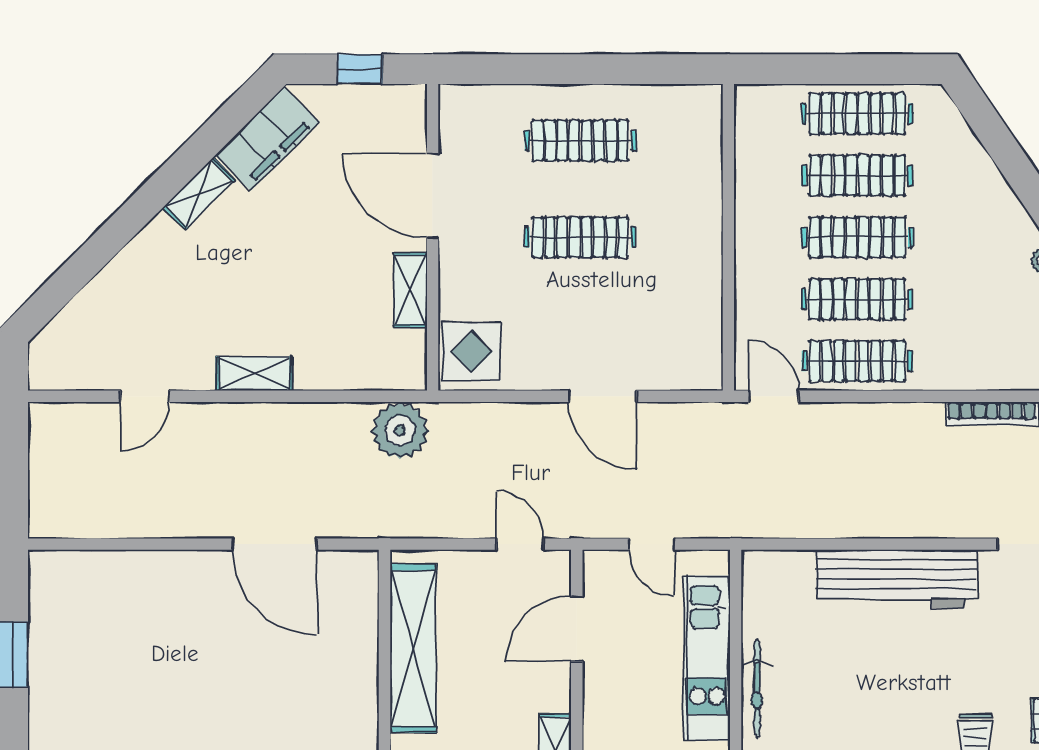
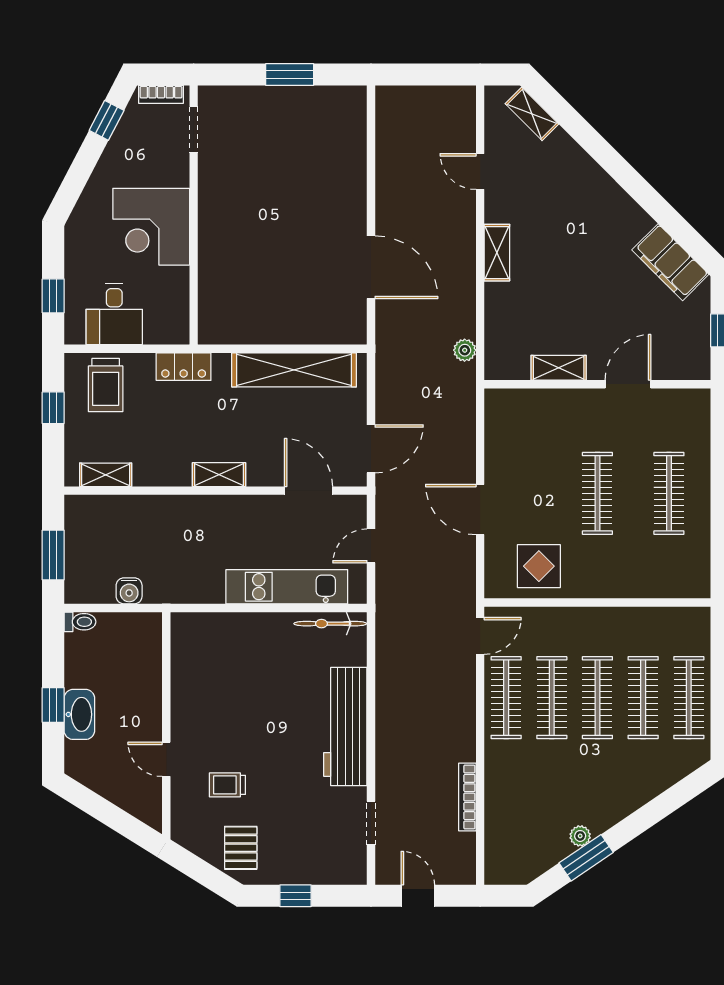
shelving: (199, 194) -> (532, 114), moved
door: (433, 196) -> (628, 384), width x0.73
display table: (472, 352) -> (539, 566), moved
door: (602, 396) -> (480, 510), hinge flipped
plant: (400, 430) -> (465, 350), width x0.53, depth x0.53
door: (274, 544) -> (371, 267), swing flipped
door: (520, 544) -> (371, 449), width x1.38
bicycle: (757, 688) -> (330, 624), moved

